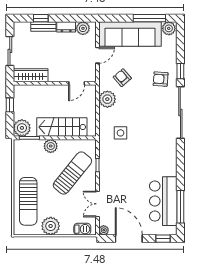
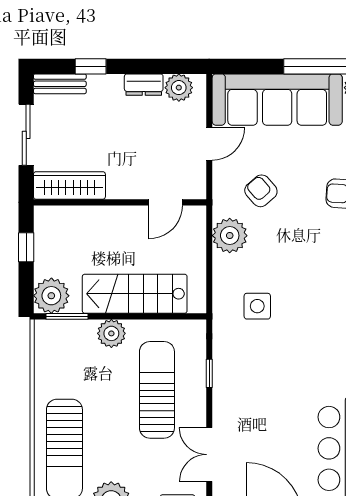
bench: (43, 26) -> (60, 84), moved
sun lounger: (72, 173) -> (157, 390), turned -39

